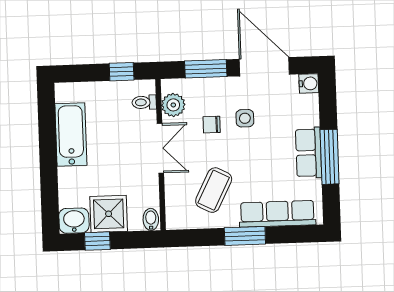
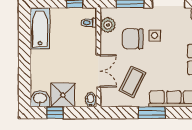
chair: (212, 125) -> (133, 39), width x1.87, depth x1.87
bathtub: (71, 135) -> (40, 28), moved
double door: (160, 148) -> (98, 71), moved

